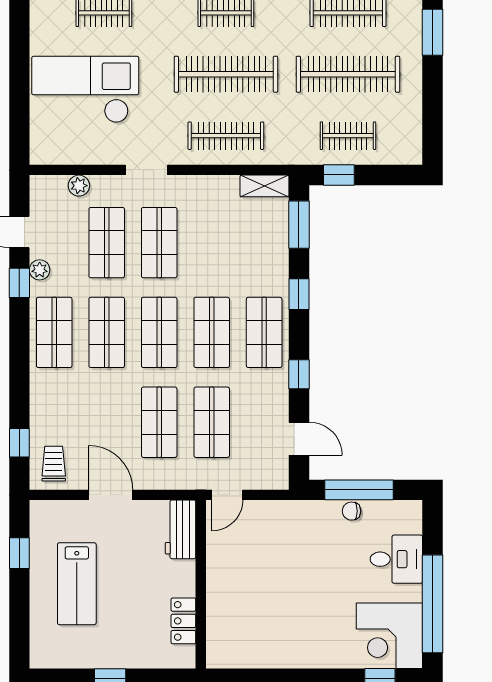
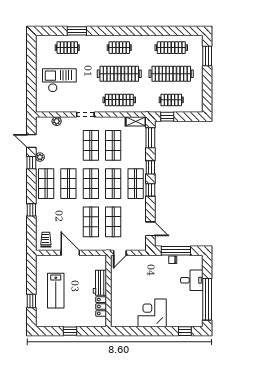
checkout: (85, 90) -> (59, 80), width x0.73, depth x0.83
shop shelf: (107, 243) -> (113, 145), moved
window: (299, 374) -> (150, 190), moved
window: (19, 443) -> (31, 210), moved
workbench: (180, 529) -> (100, 283), moved
window: (19, 553) -> (31, 301), moved
corner desk: (389, 636) -> (152, 313), moved, turned 90

